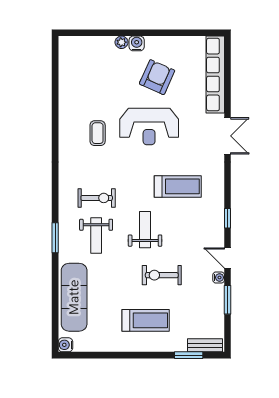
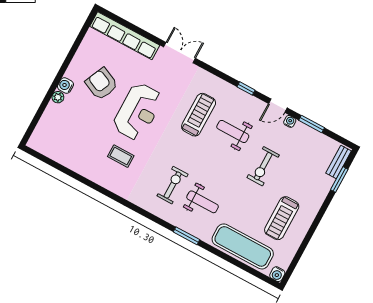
weight bench: (145, 230) -> (233, 131), moved
treadmill: (146, 320) -> (282, 218), moved, turned 180

